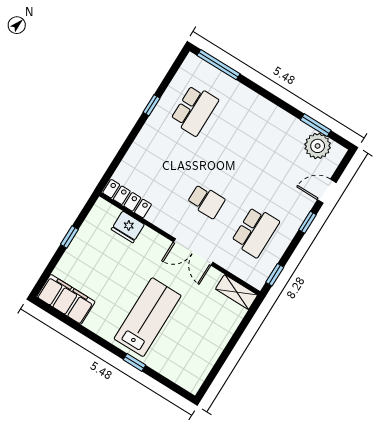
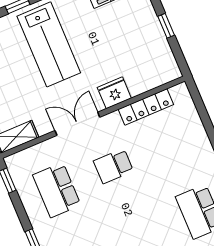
locker: (127, 199) -> (146, 107), moved
fridge: (128, 227) -> (114, 93), moved

